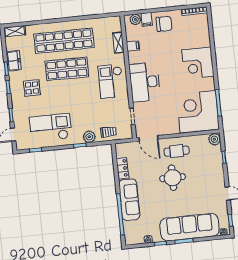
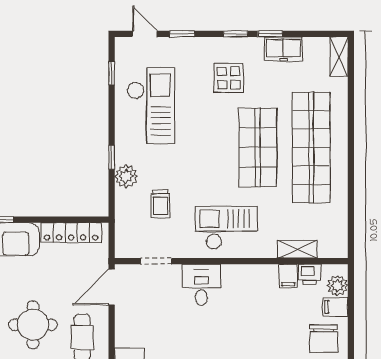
printer: (131, 35) -> (310, 274), added
desk: (145, 82) -> (201, 285), width x0.53, depth x0.77
trolley: (108, 132) -> (160, 204), moved
locker: (122, 168) -> (71, 233), width x1.53

